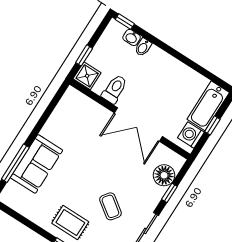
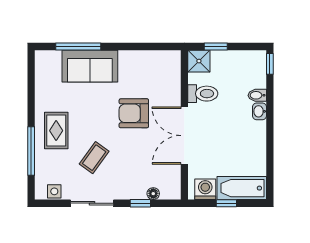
washbasin: (132, 37) -> (259, 111), moved
armchair: (96, 153) -> (134, 113), added
floor lamp: (164, 175) -> (153, 194), width x0.53, depth x0.53

